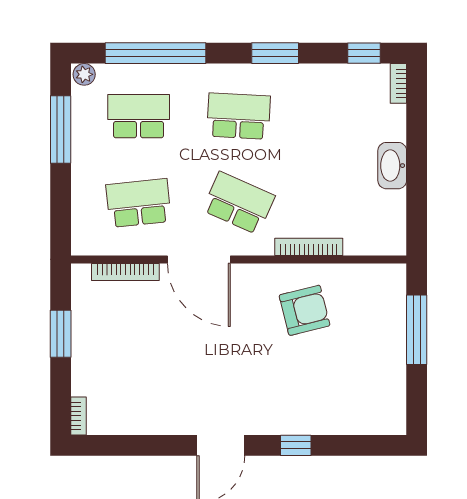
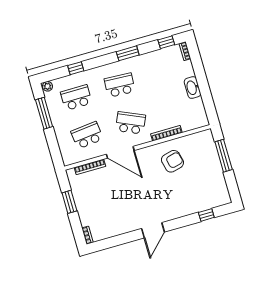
window: (156, 53) -> (76, 68), width x0.32
window: (296, 445) -> (206, 215), moved

